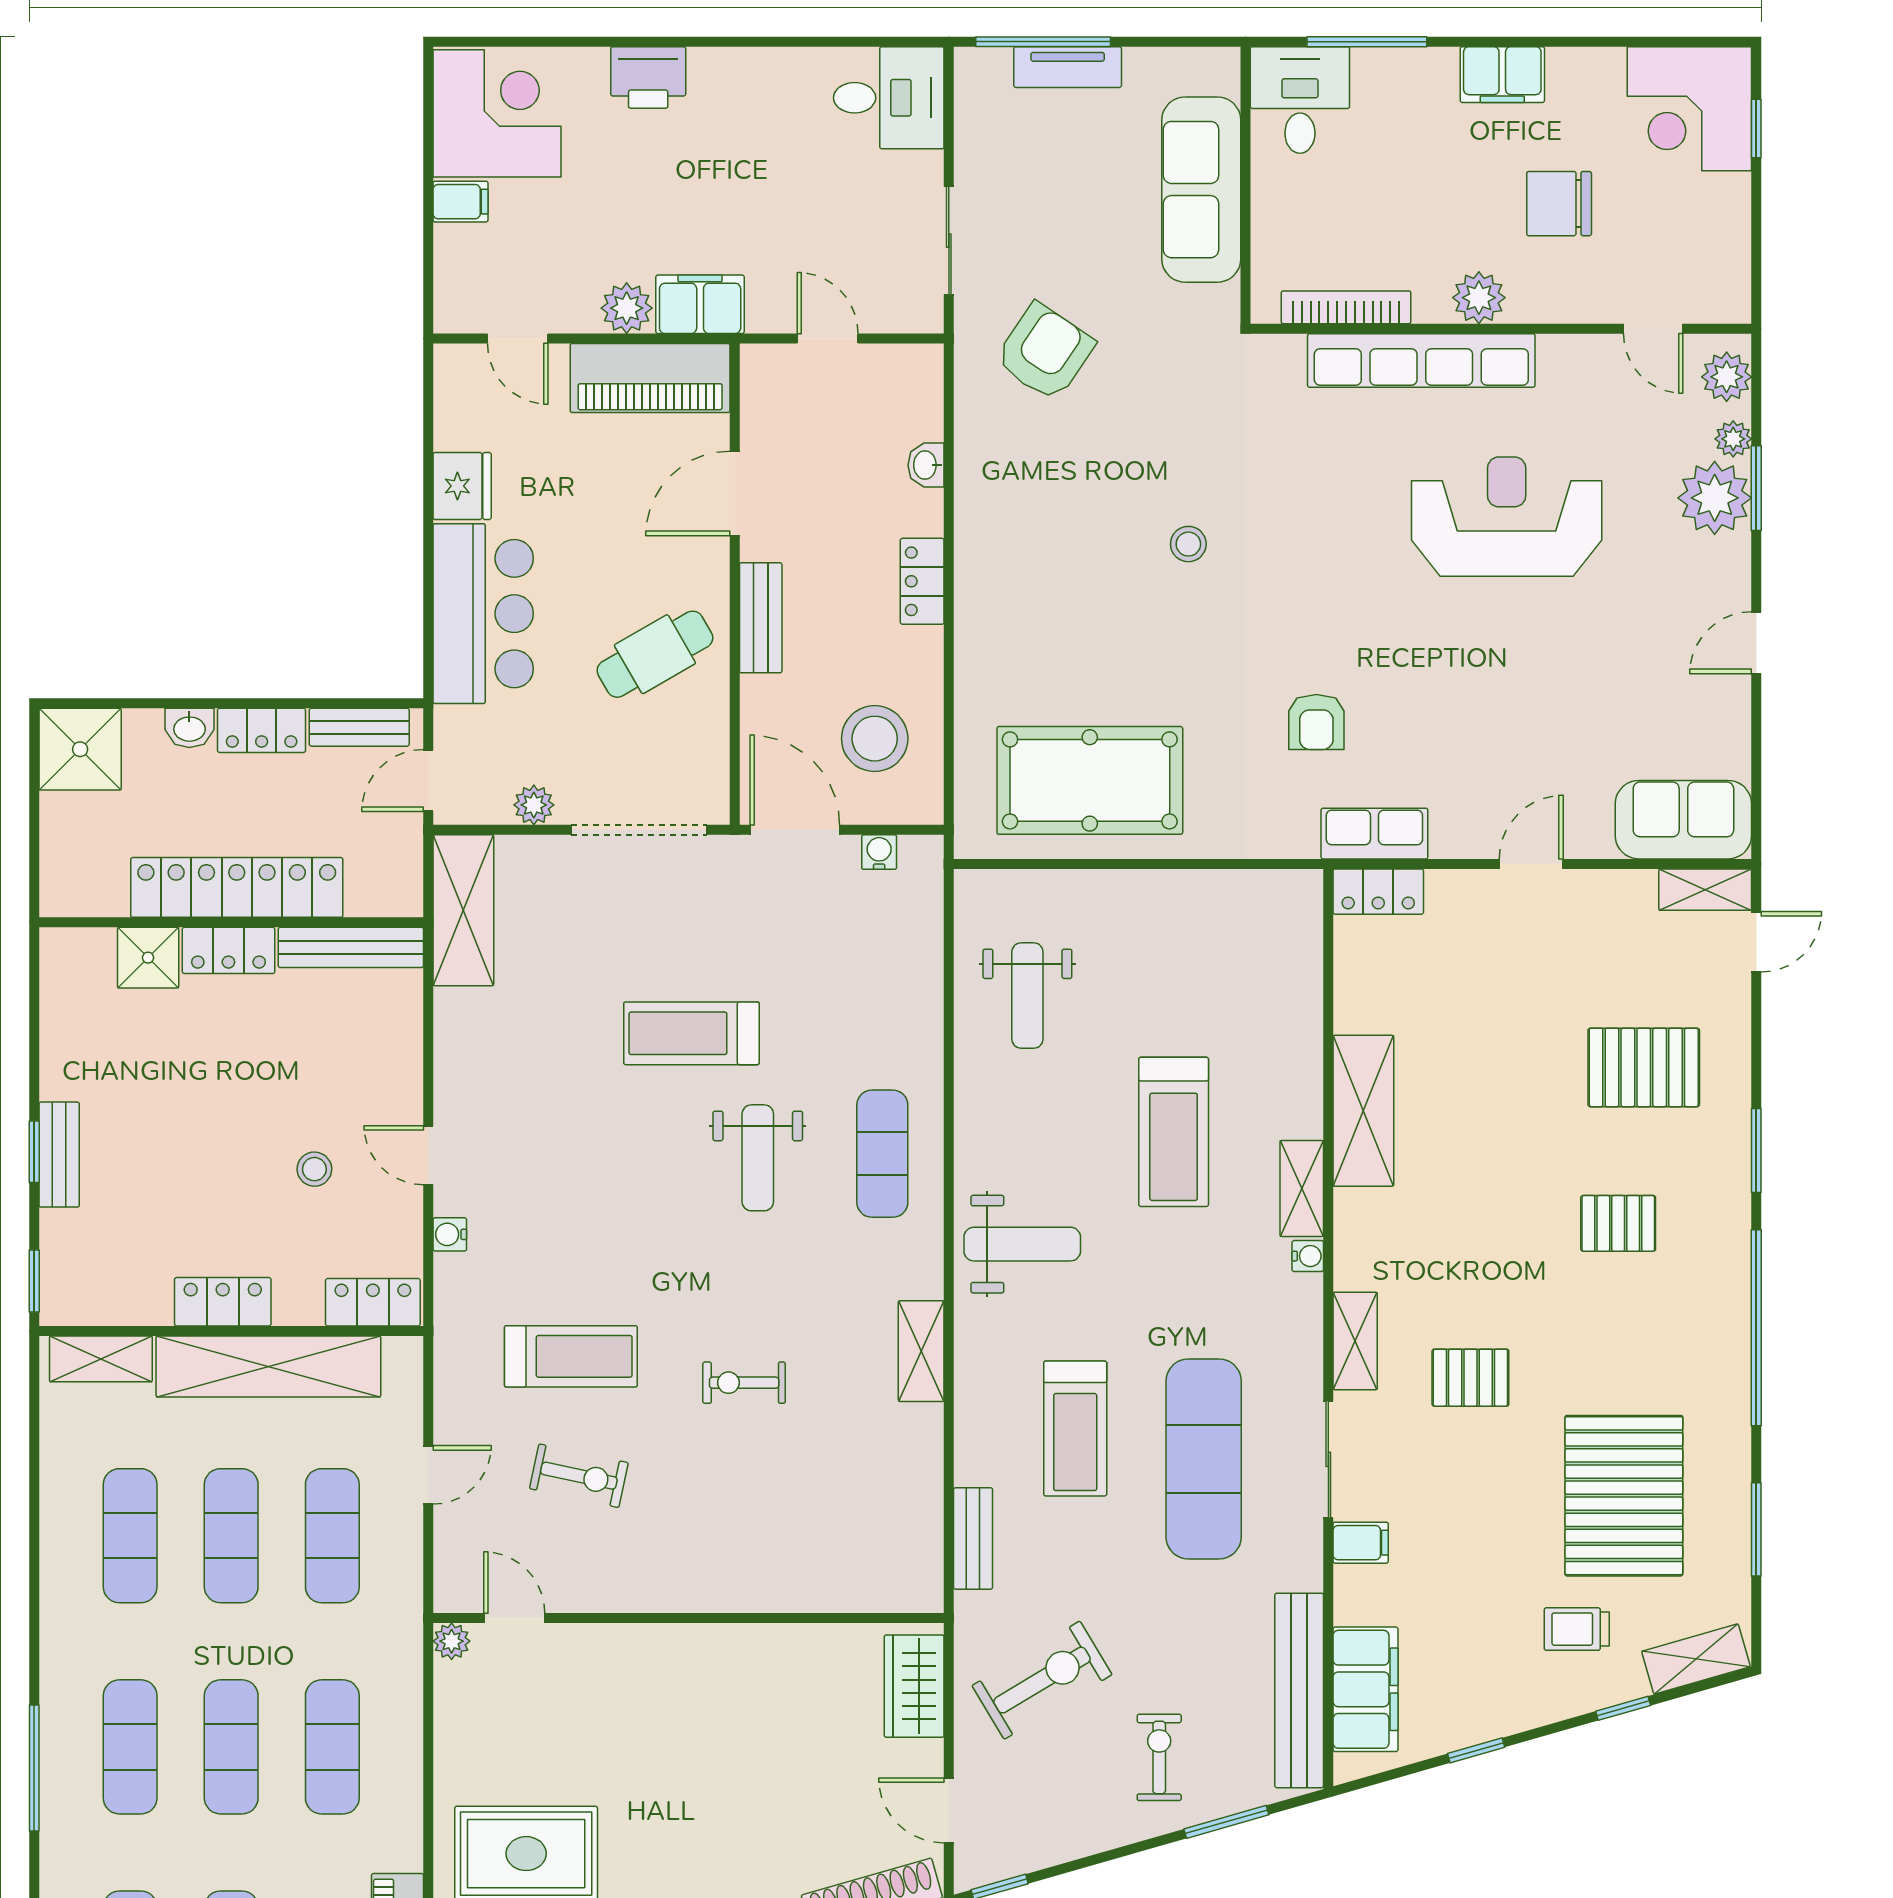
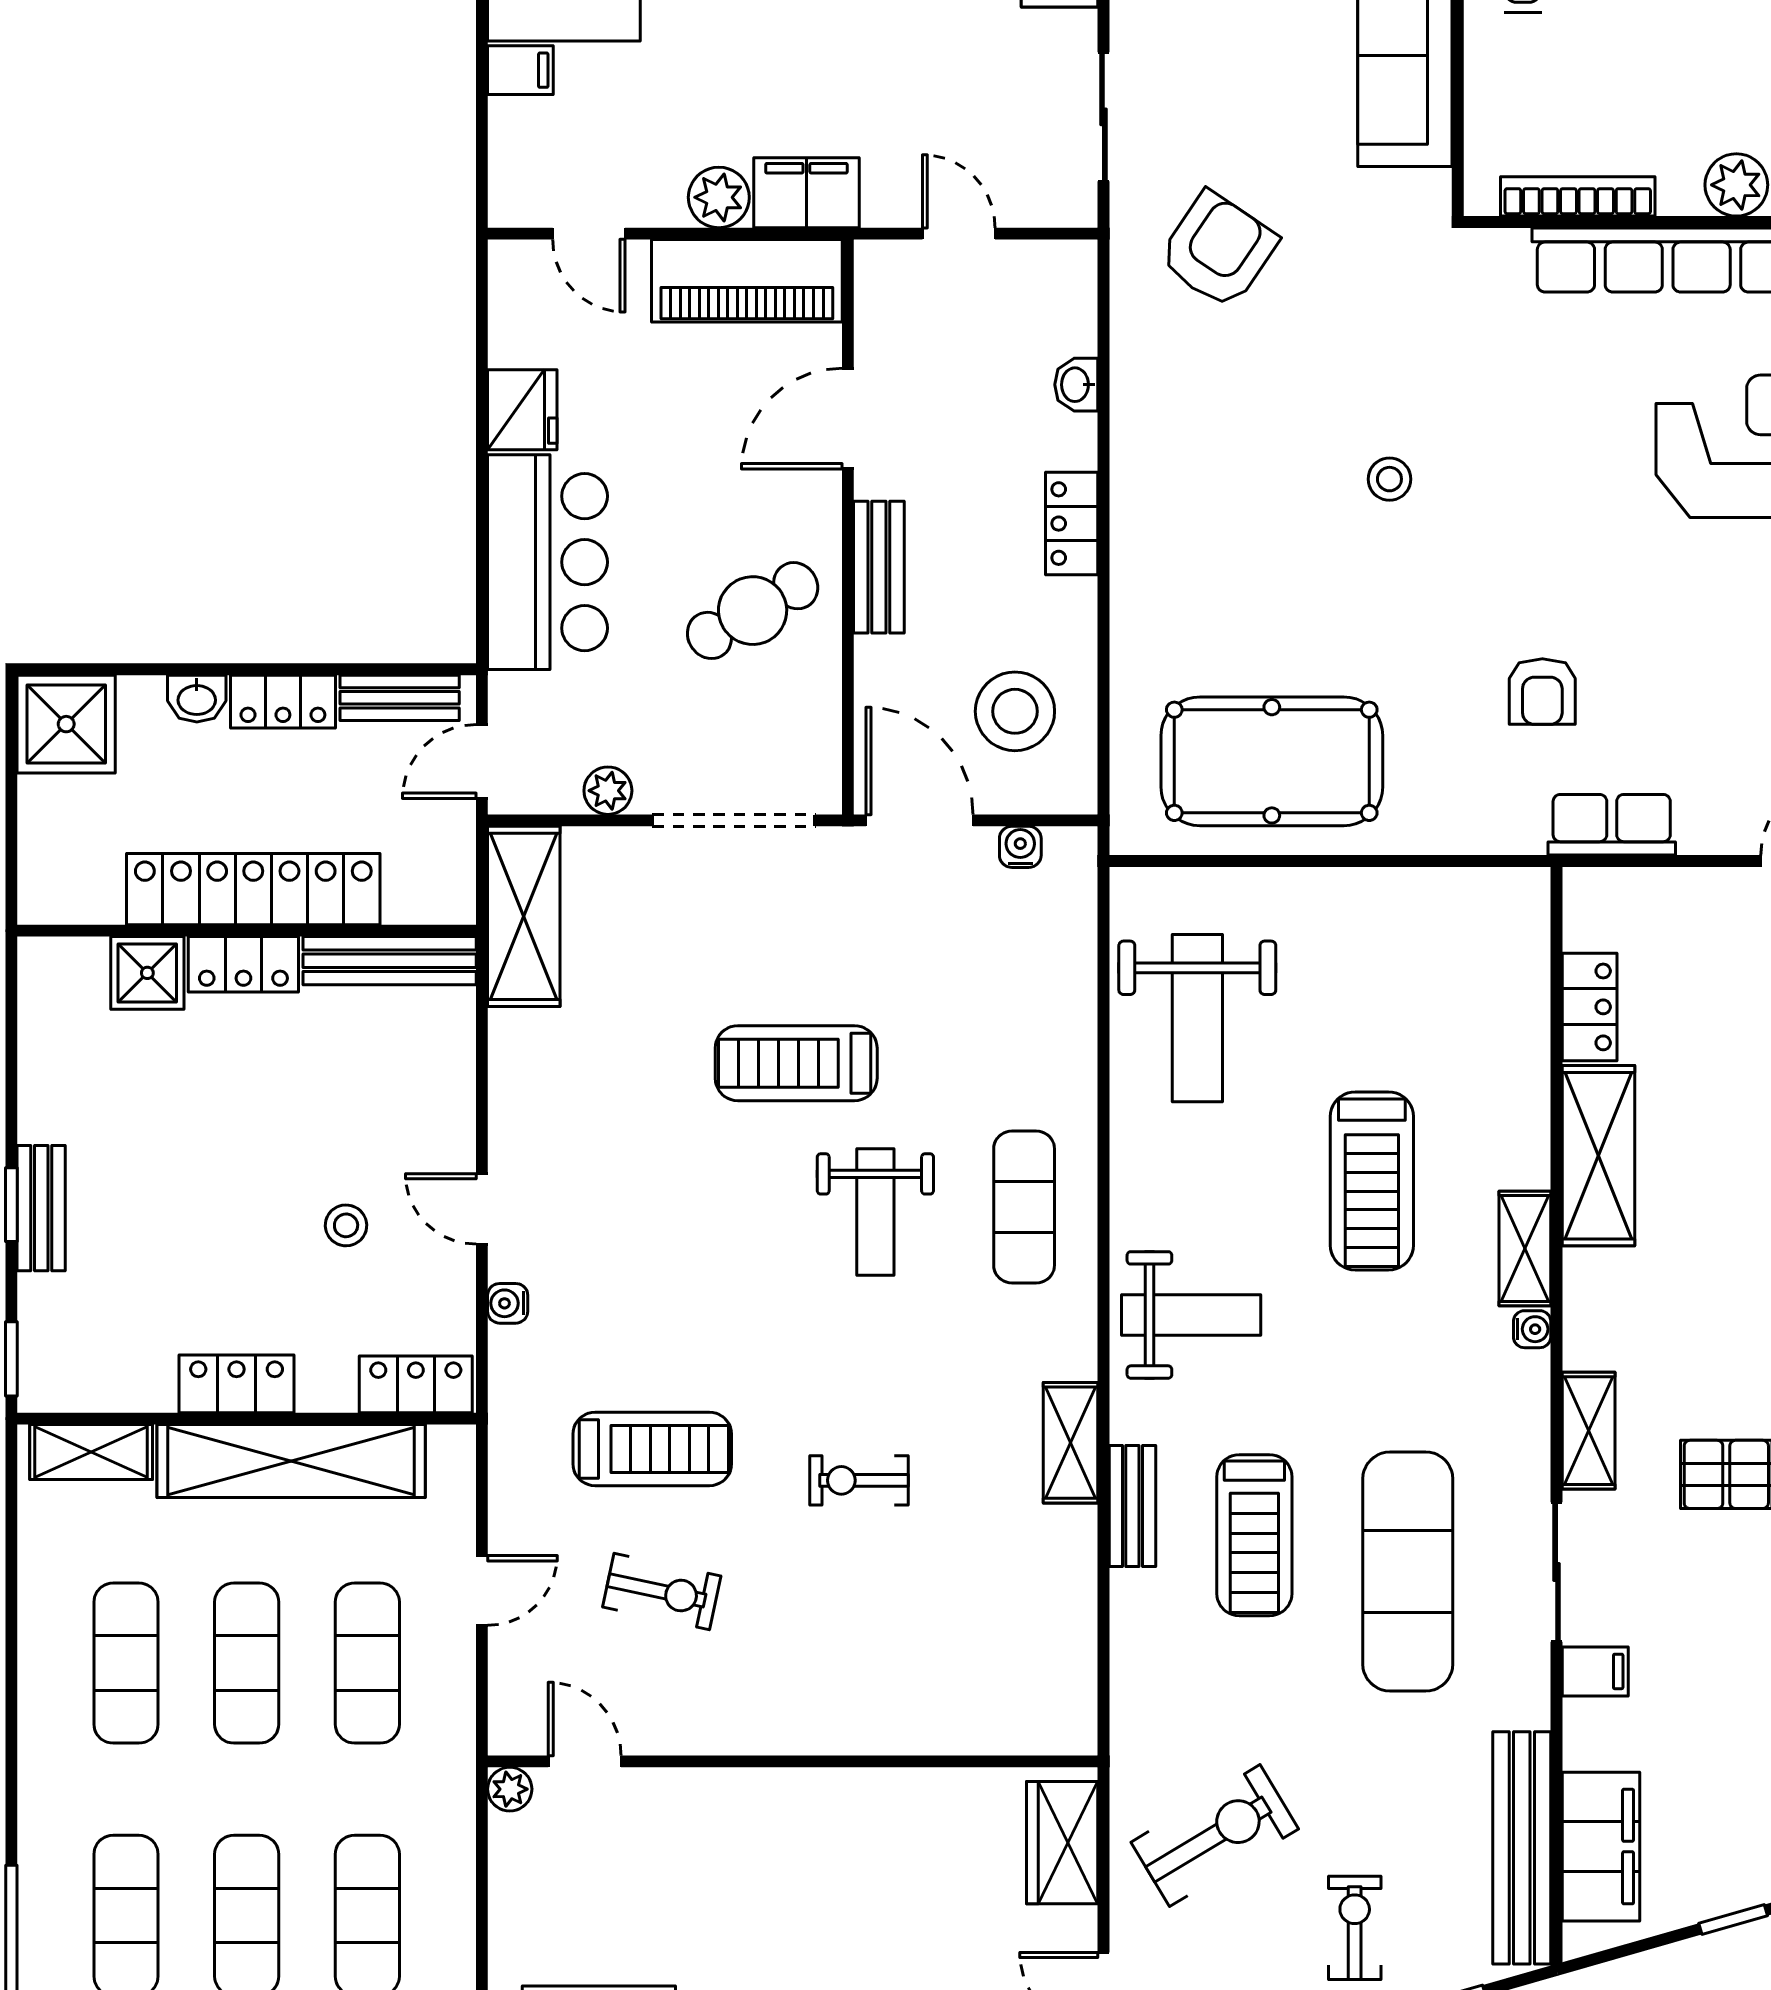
locker: (1378, 892) -> (1590, 1007), moved, turned -90
weight bench: (1027, 995) -> (1197, 1018), width x1.36, depth x1.33
bench: (973, 1538) -> (1132, 1506), moved

